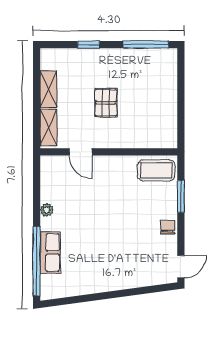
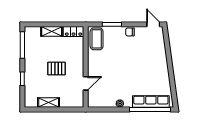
shelving: (48, 127) -> (52, 31), moved
locker: (169, 131) -> (73, 32), added
row of seats: (50, 252) -> (151, 101), width x1.48

